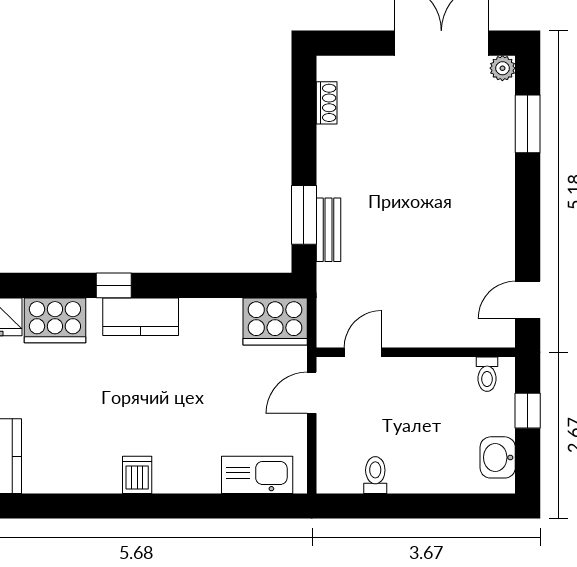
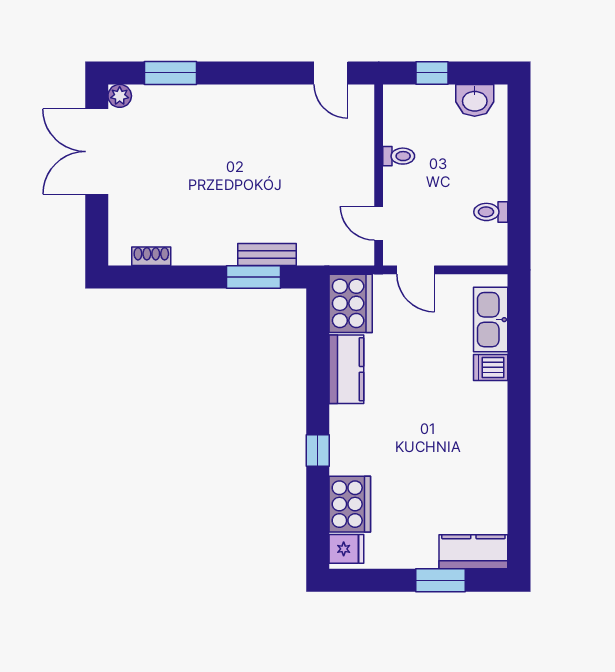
kitchen counter: (141, 317) -> (346, 369), moved
toilet: (487, 374) -> (399, 156), moved
dishwasher: (137, 475) -> (491, 367), moved

